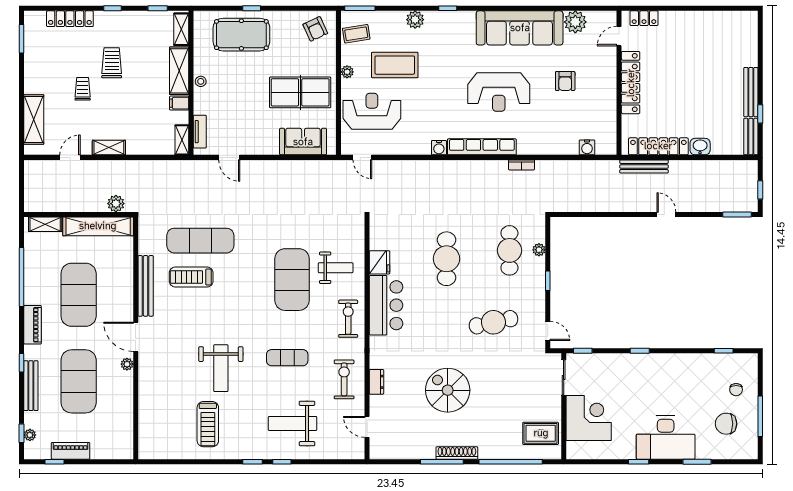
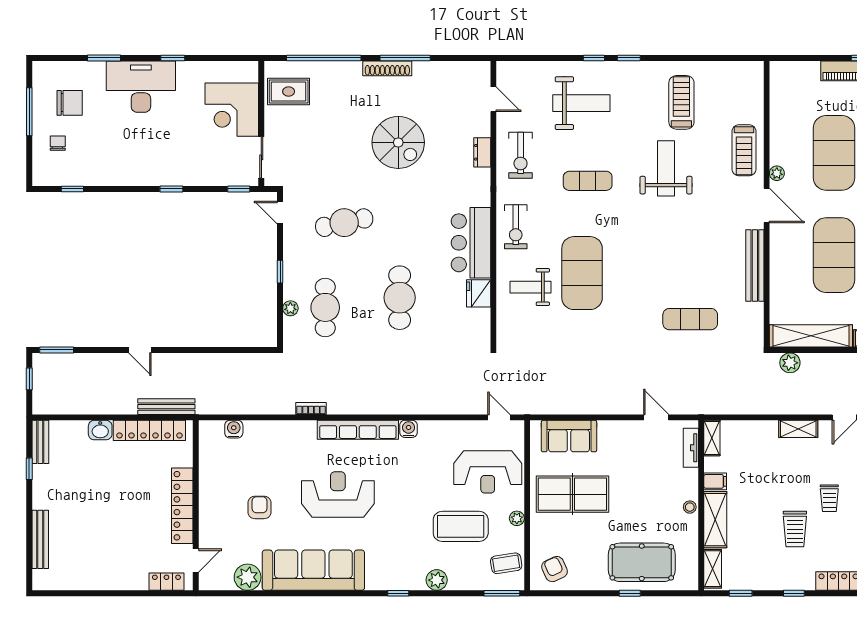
bench: (751, 92) -> (40, 539), moved
exercise mat: (200, 241) -> (690, 319), width x0.73, depth x0.69
treadmill: (191, 277) -> (744, 150), moved, turned 90

